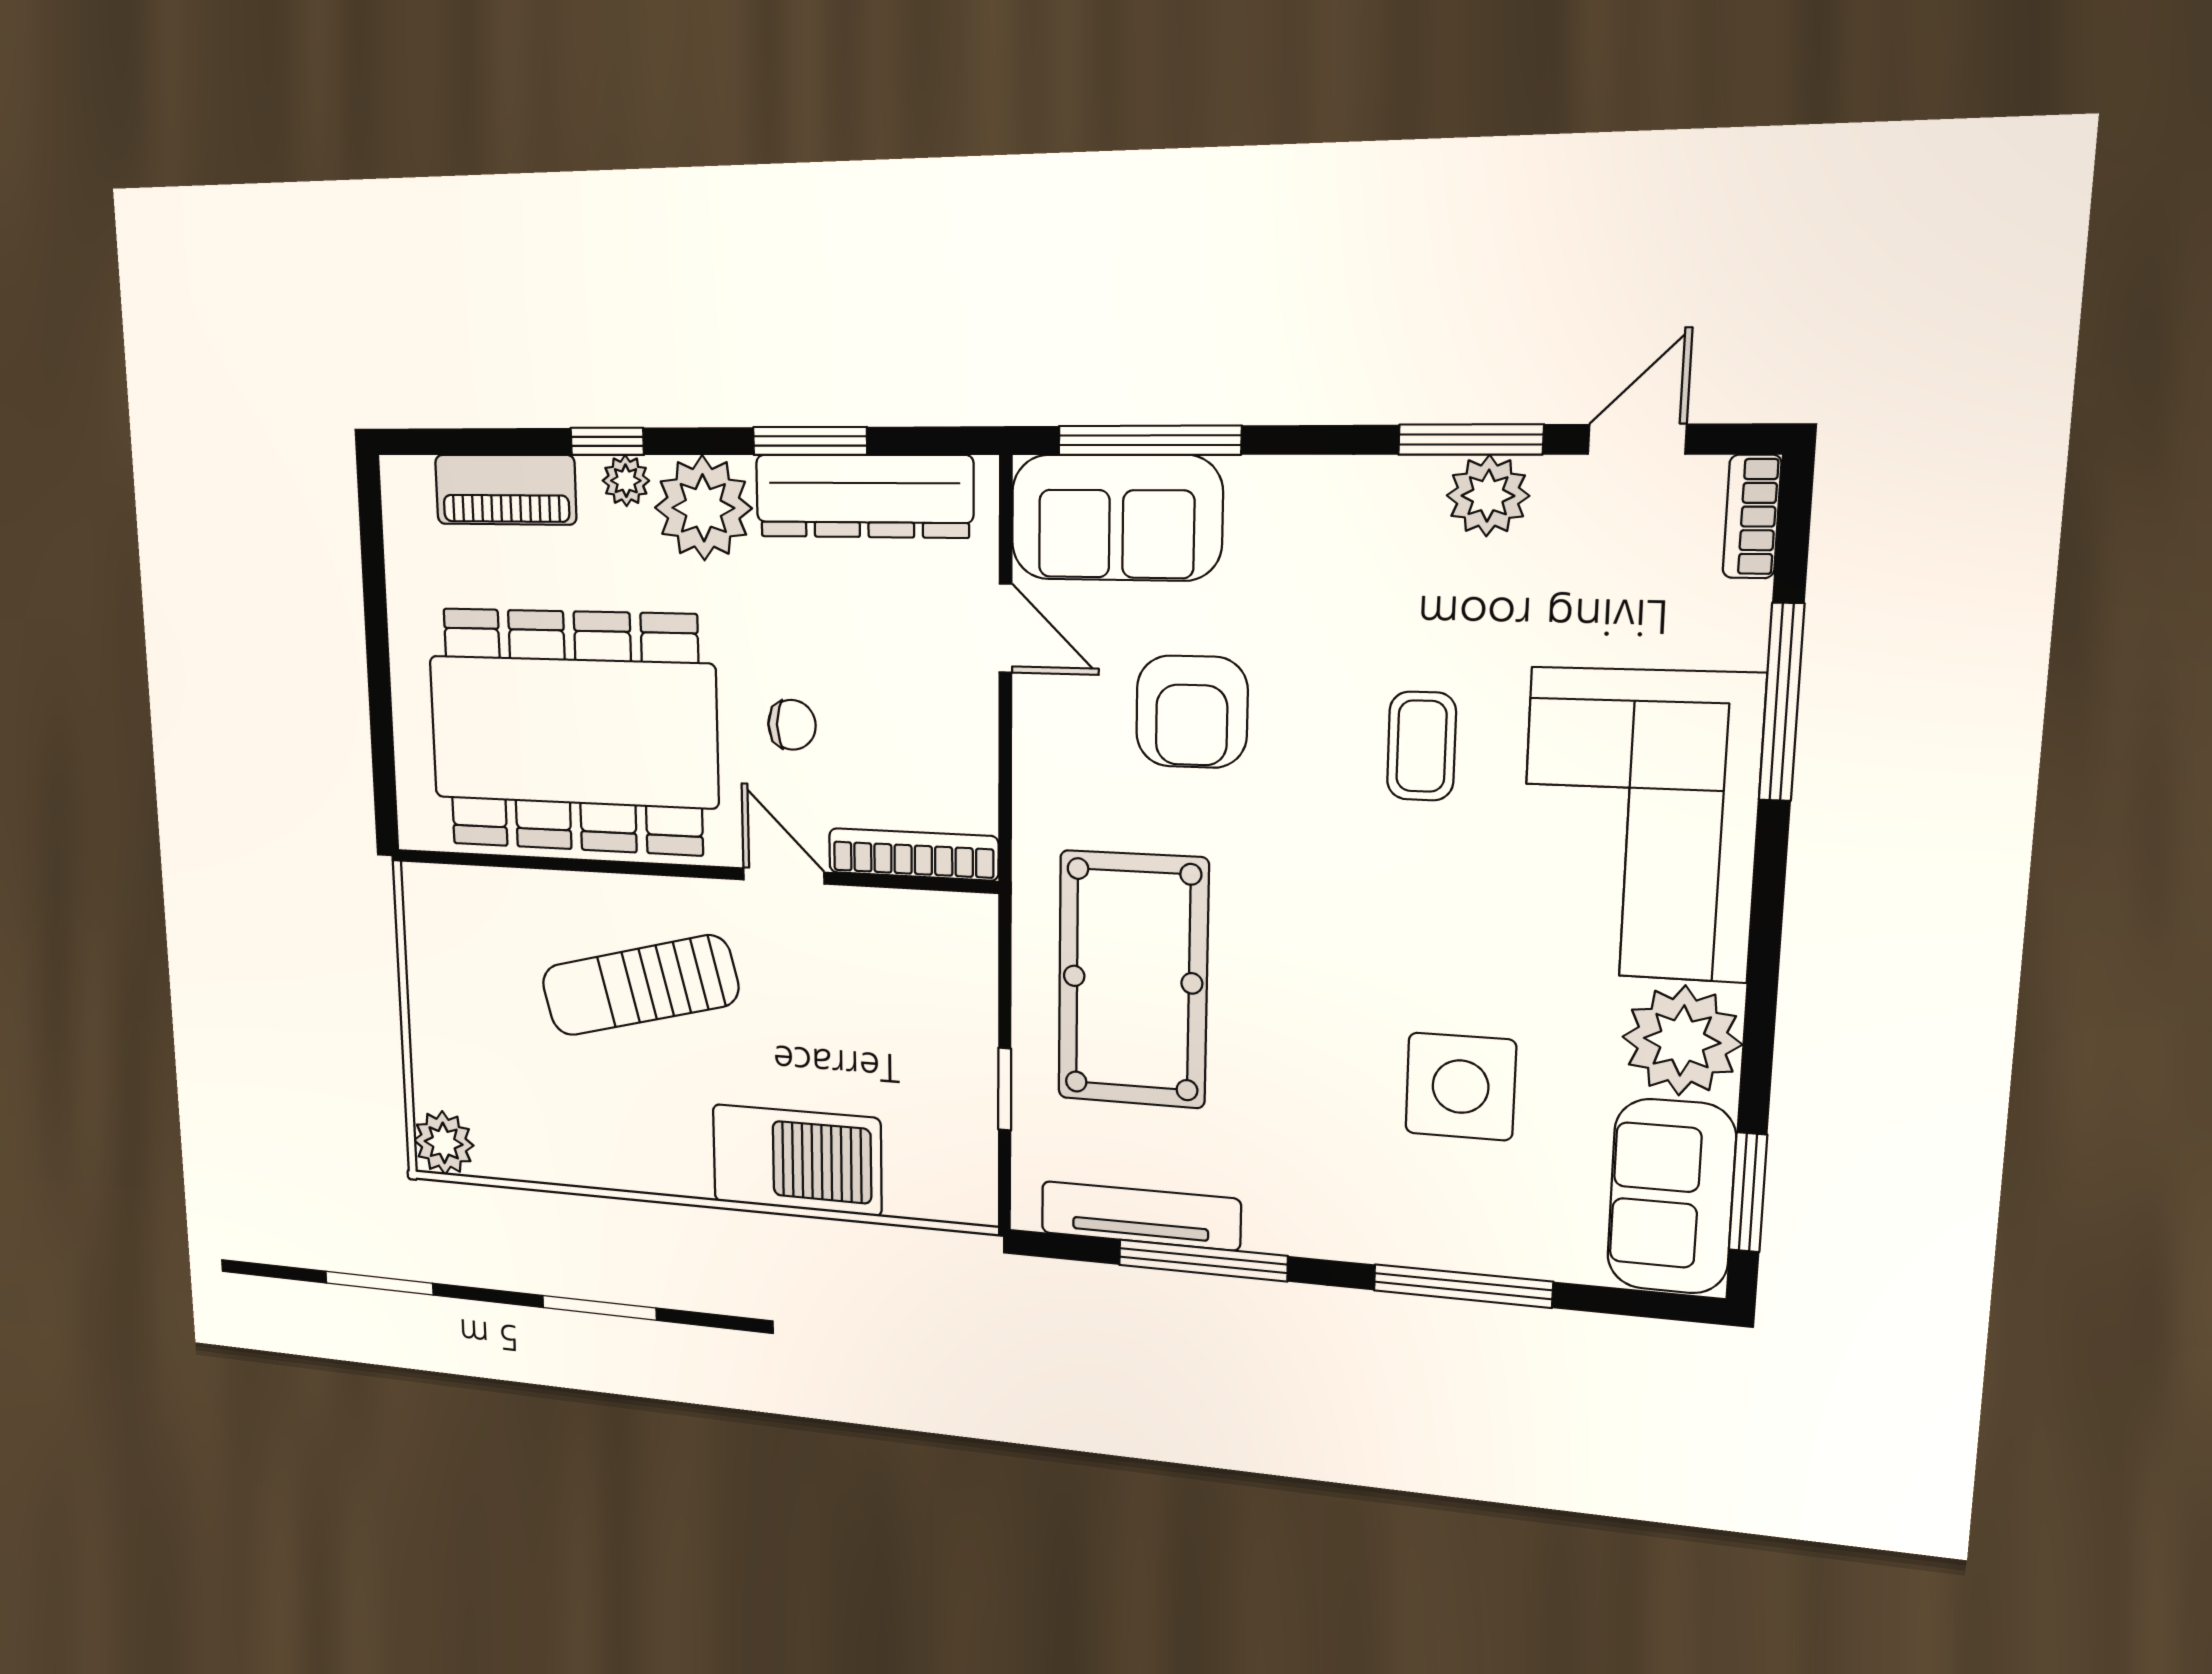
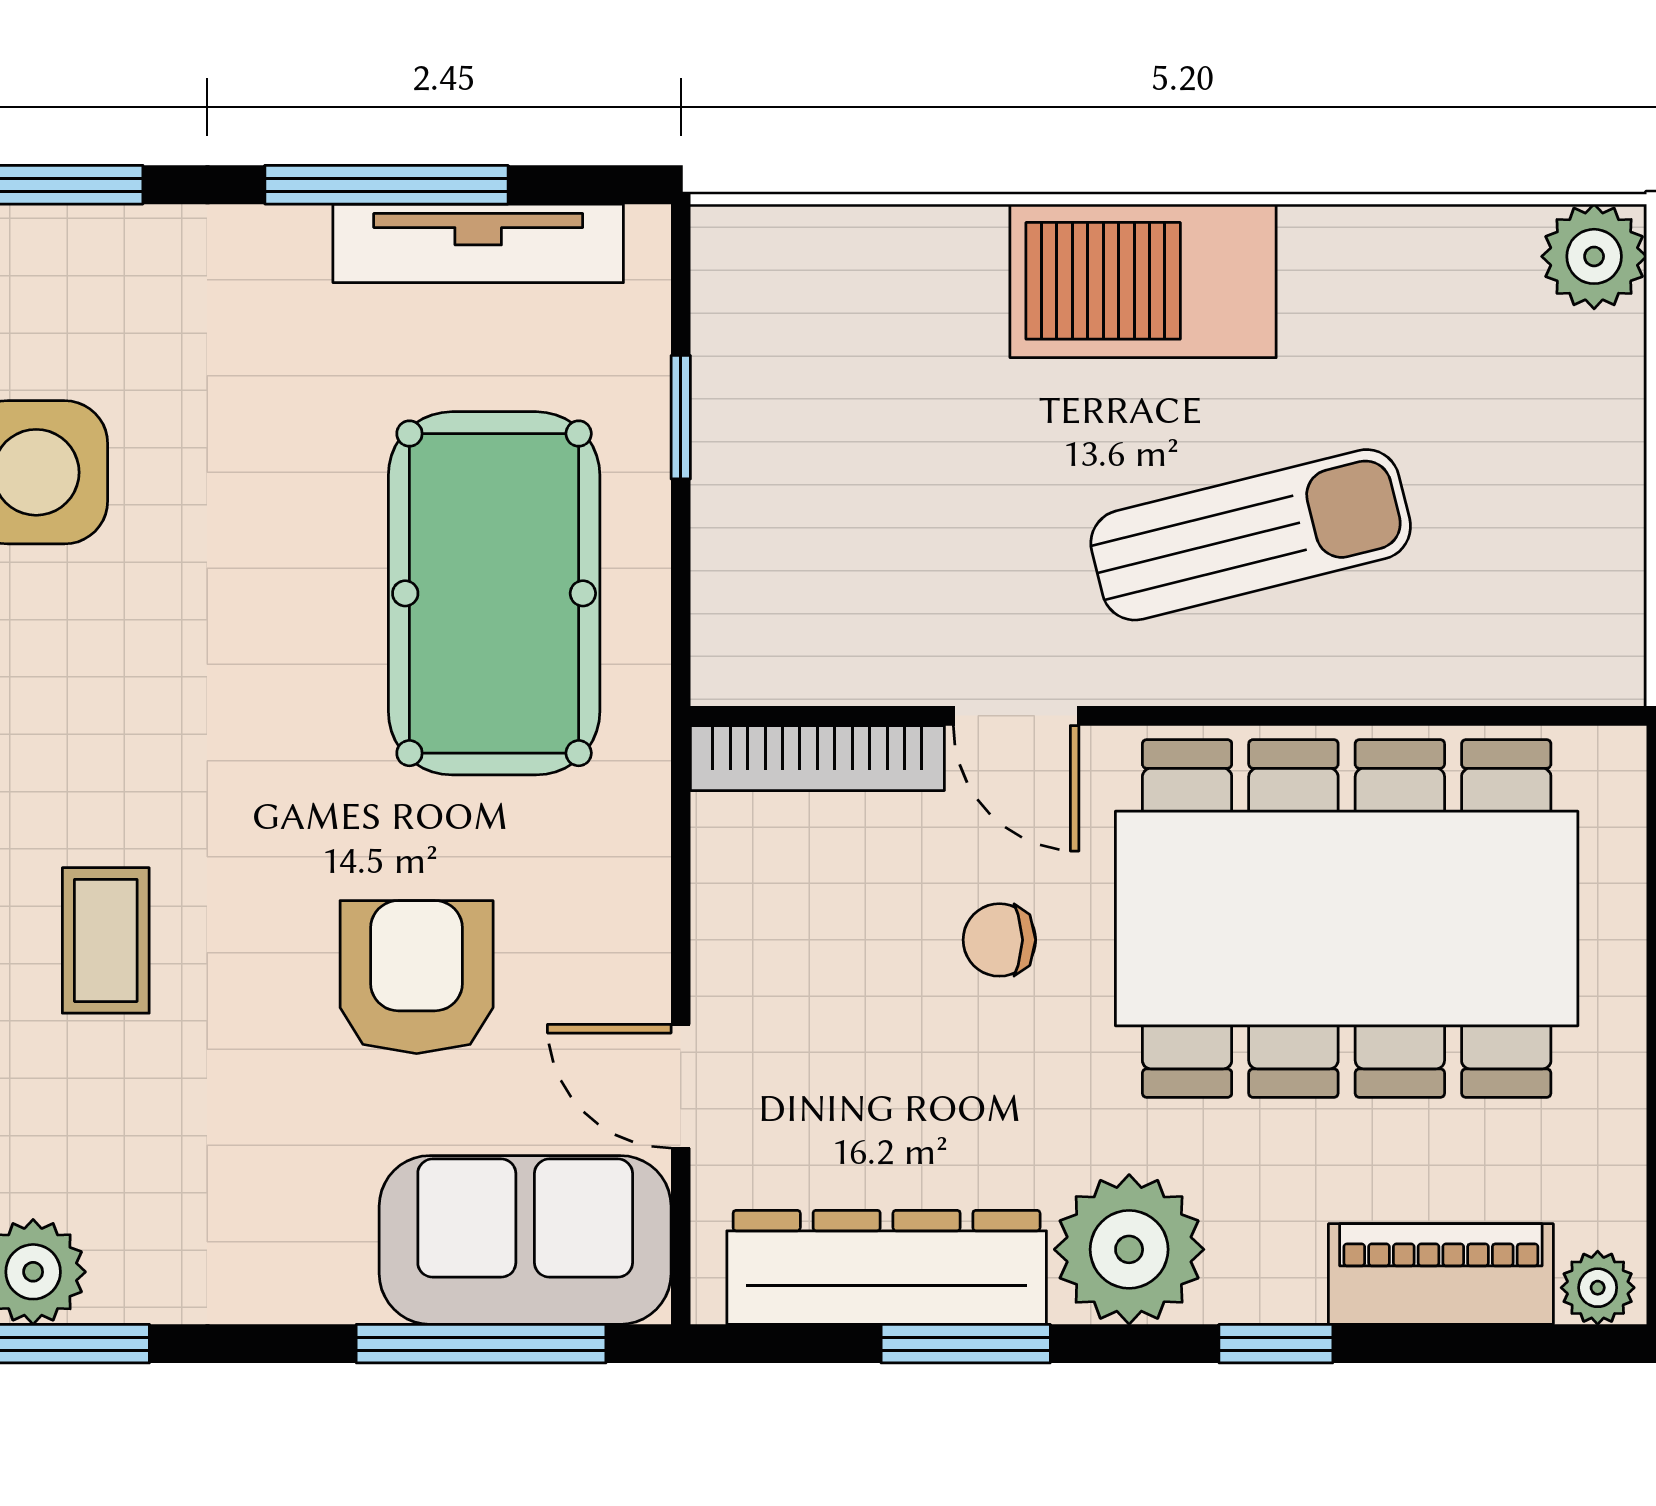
plant: (626, 481) -> (1598, 1288), moved
barbecue: (797, 1160) -> (1143, 281), moved

